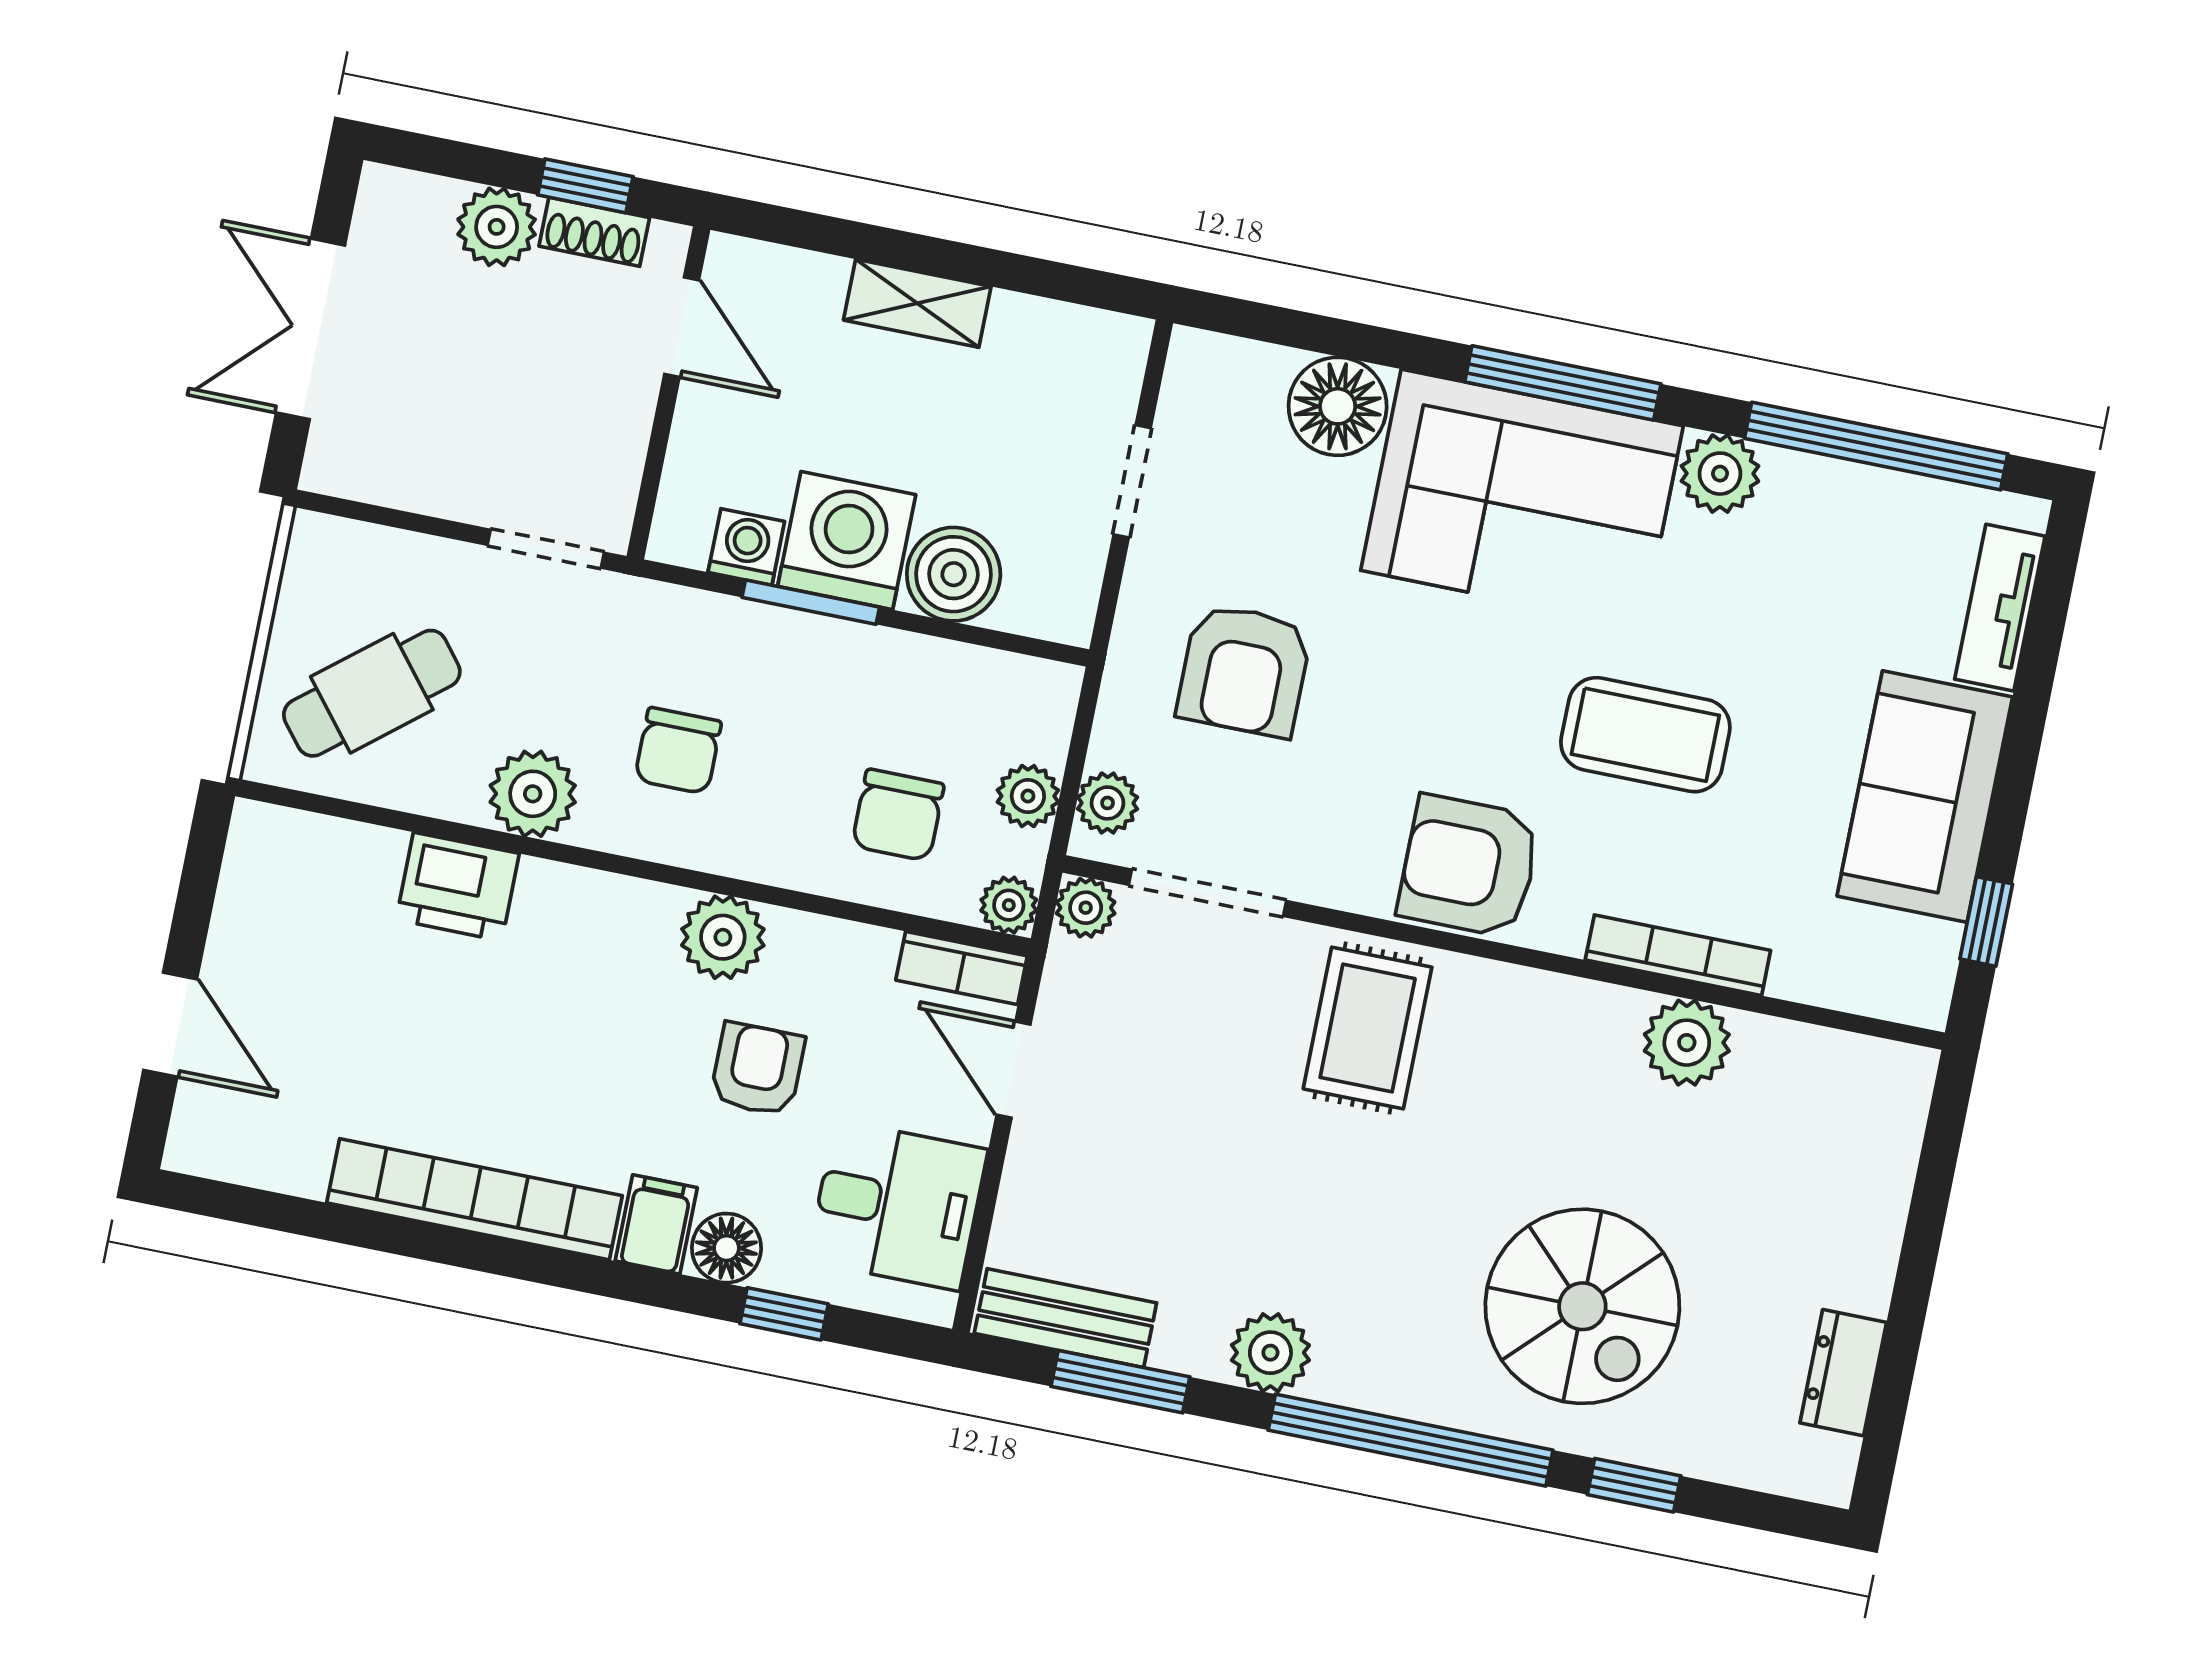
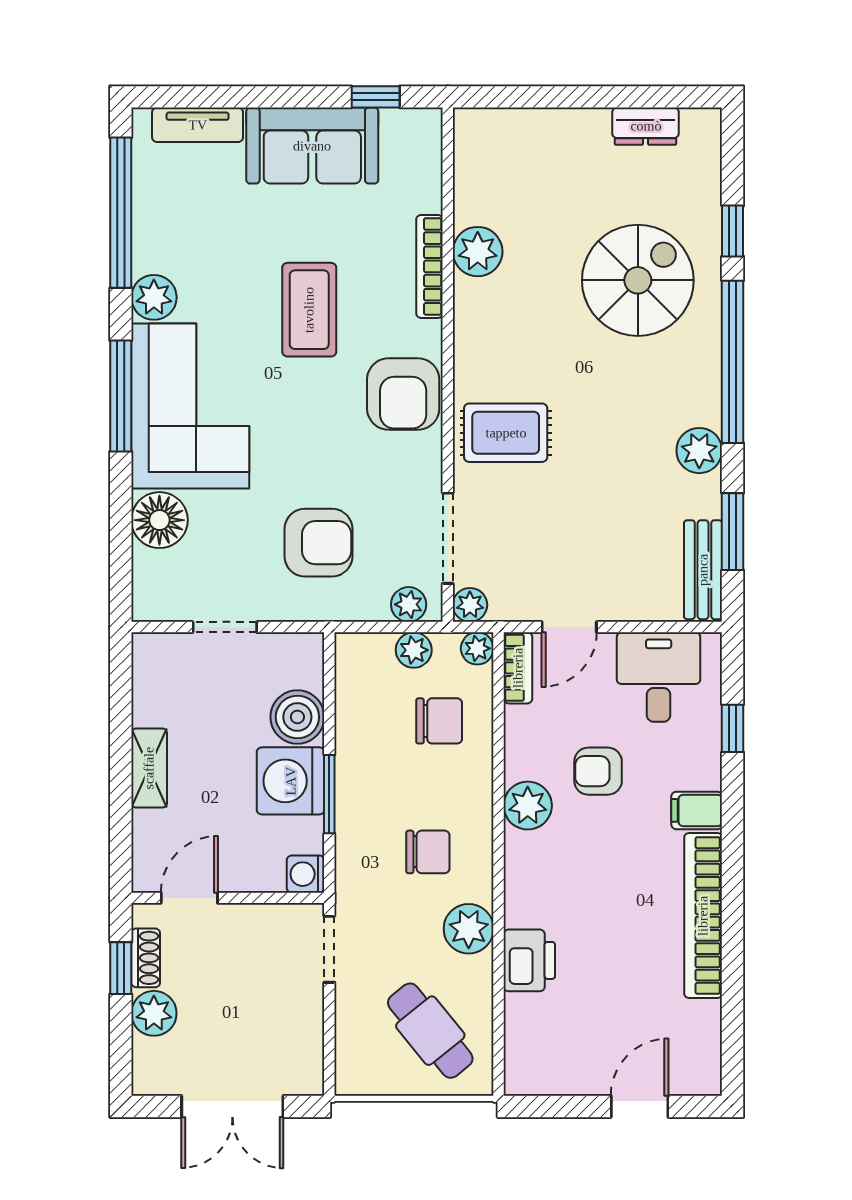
washing machine: (746, 547) -> (306, 874), moved
floor lamp: (726, 1248) -> (702, 768), removed

